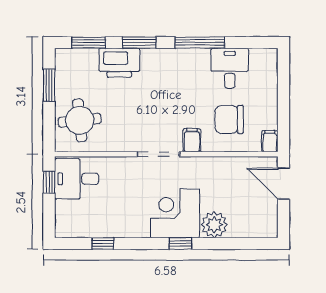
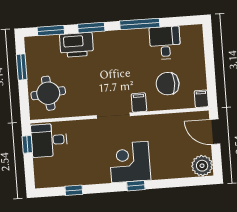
plant: (214, 225) -> (202, 166), moved

